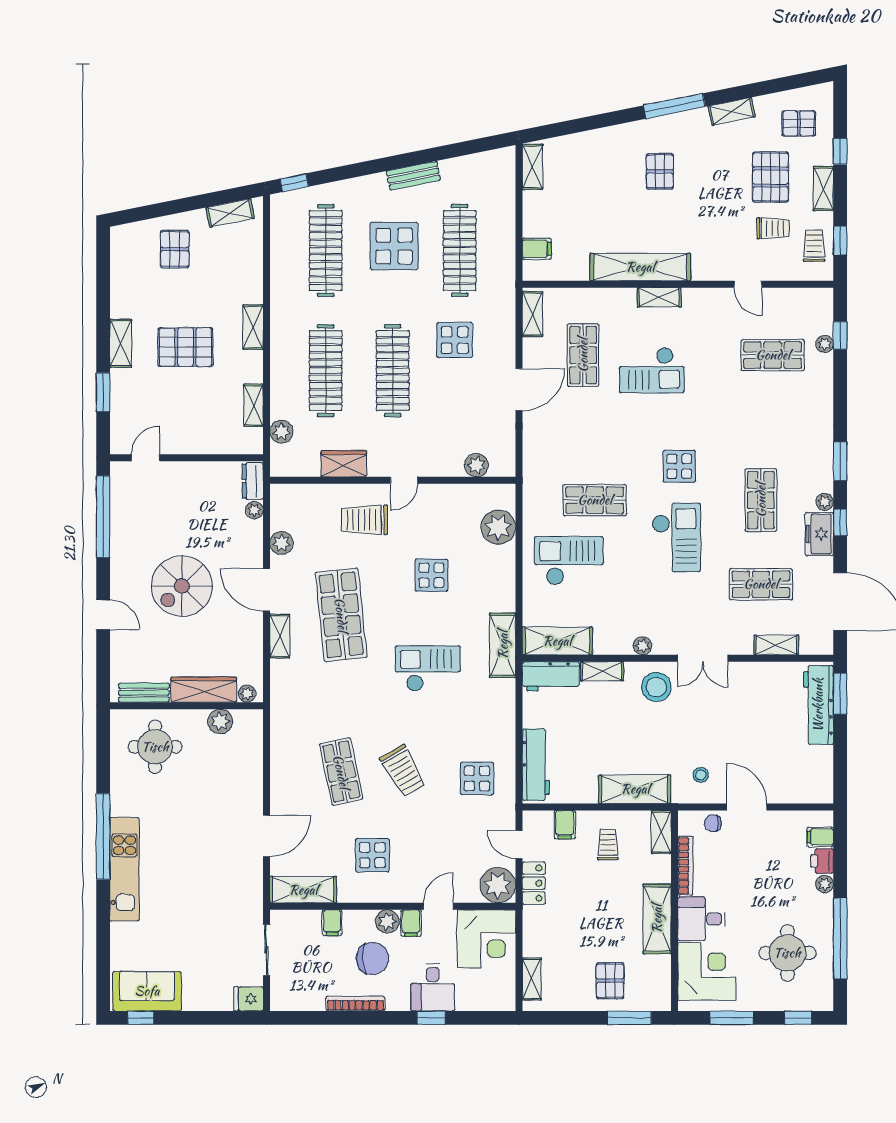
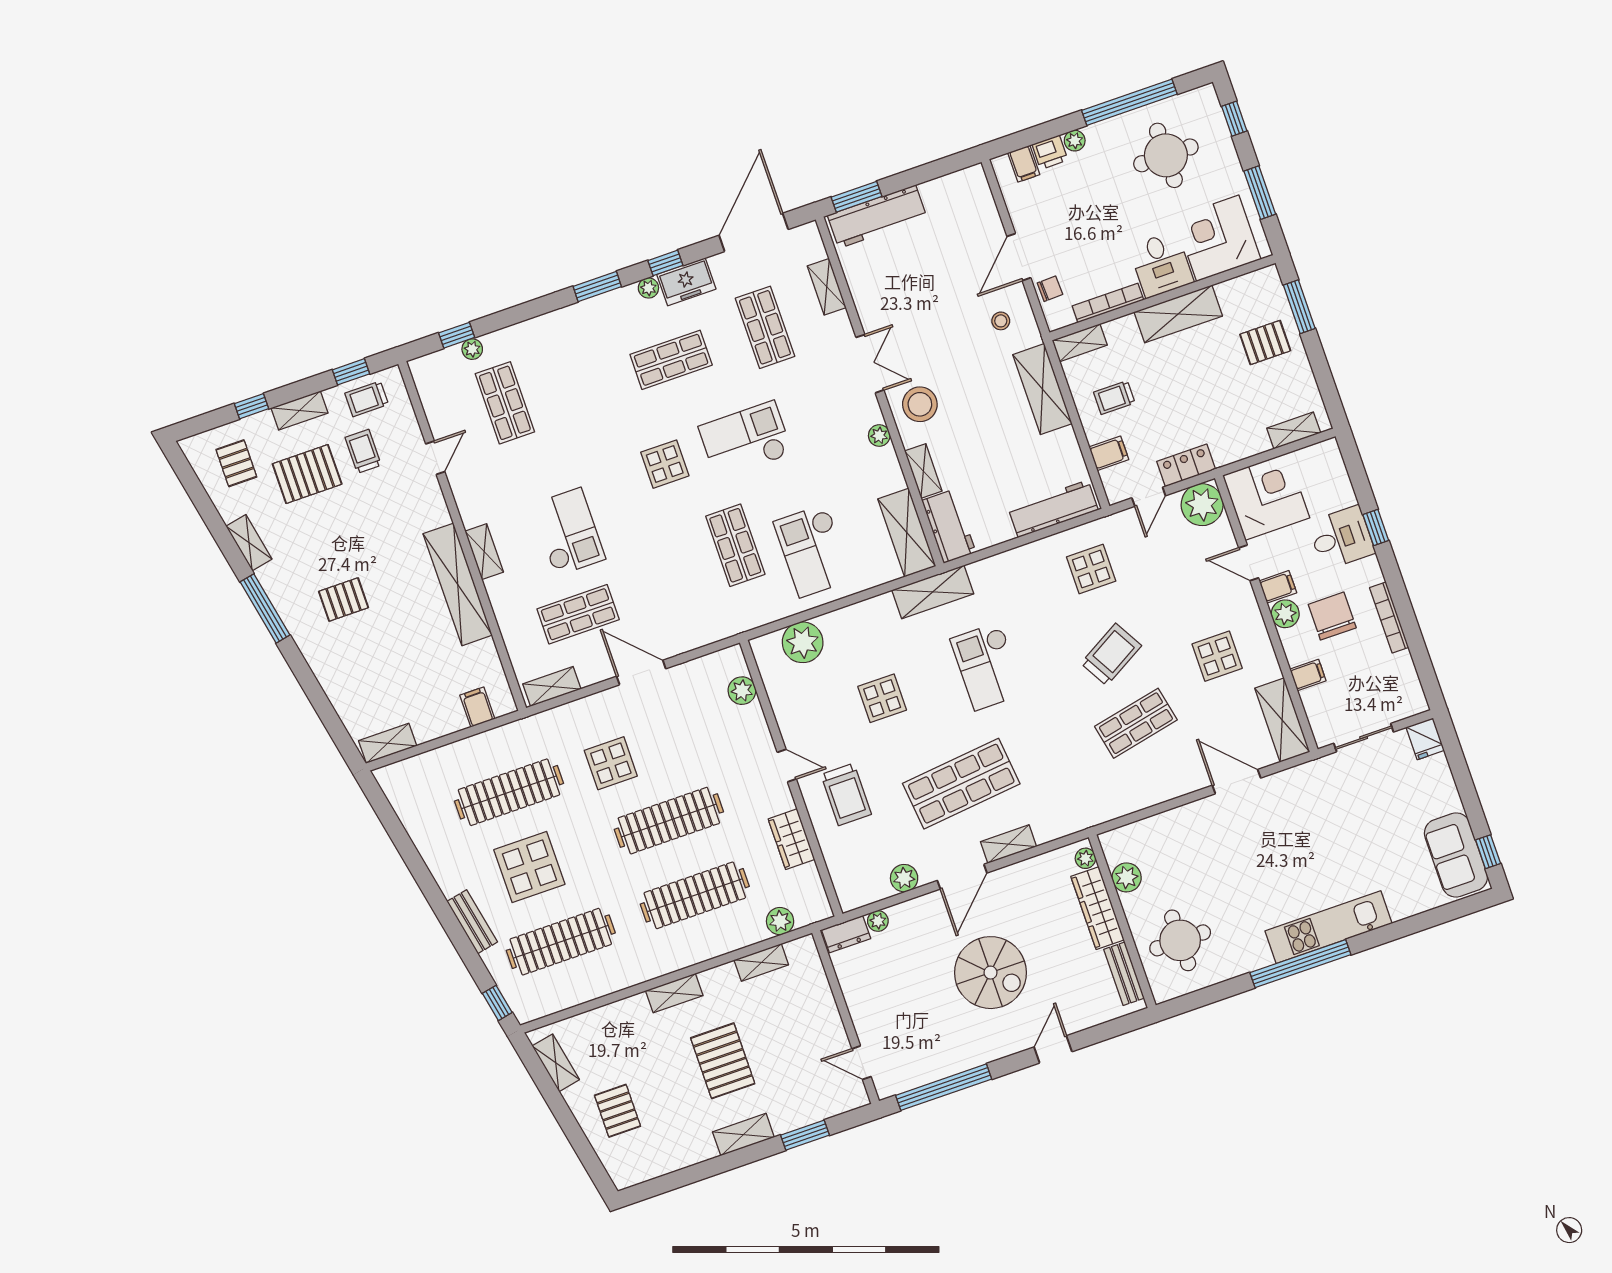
bench: (413, 176) -> (472, 922), moved
pallet: (175, 249) -> (617, 1111), turned 90
chair: (713, 823) -> (1050, 289), turned -92

